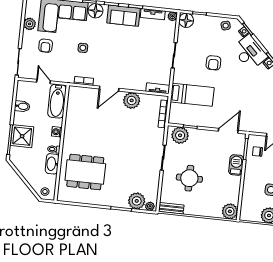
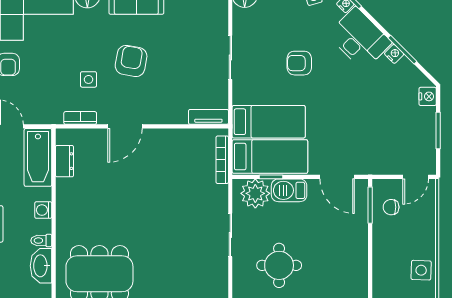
side table: (83, 48) -> (89, 79), moved
armchair: (117, 51) -> (131, 61), added
armchair: (213, 63) -> (299, 63), turned 90
plant: (132, 100) -> (166, 143), removed
dresser: (72, 105) -> (64, 161), added
bed: (191, 115) -> (270, 157), added
door: (228, 131) -> (337, 177), swing flipped
barbecue: (236, 165) -> (289, 190), moved, turned -90

